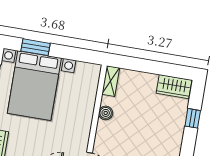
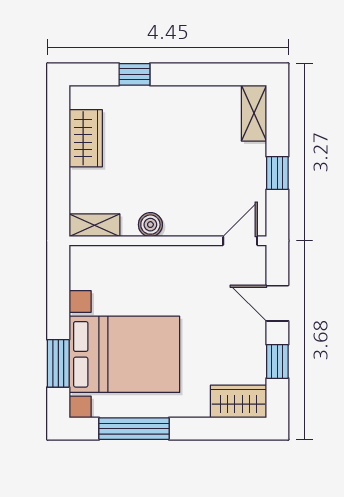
wardrobe: (174, 87) -> (86, 138), moved

